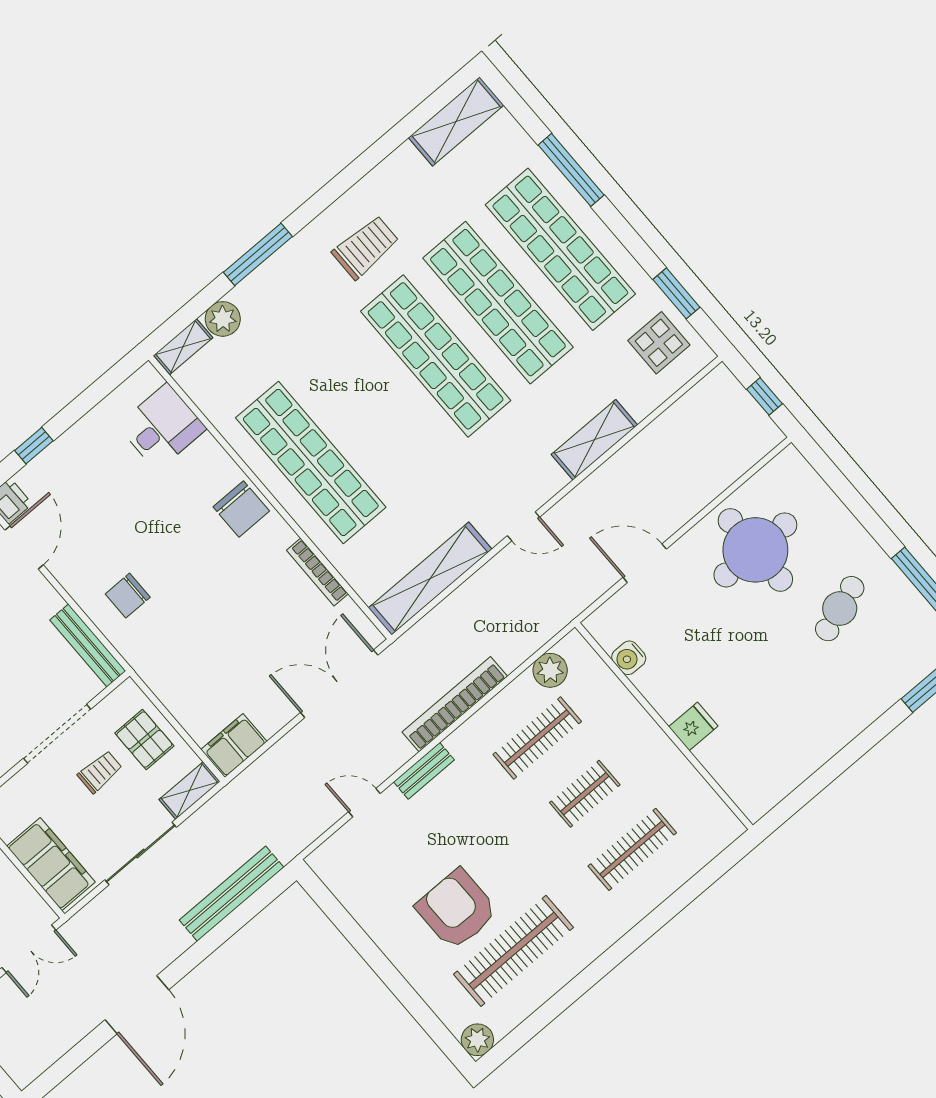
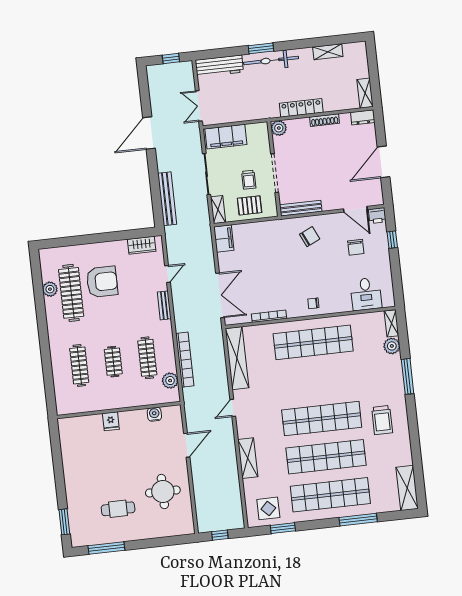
chair: (91, 501) -> (356, 247), added
chair: (241, 509) -> (313, 303), width x0.54, depth x0.54
round table: (755, 550) -> (163, 492), width x0.73, depth x0.73
chair: (128, 596) -> (310, 237), turned 65
cafe table: (840, 609) -> (118, 509), turned -71
bookcase: (455, 704) -> (185, 360), moved
wardrobe: (344, 883) -> (142, 245), added
door: (137, 1005) -> (149, 133), hinge flipped
plant: (477, 1040) -> (50, 289), moved

